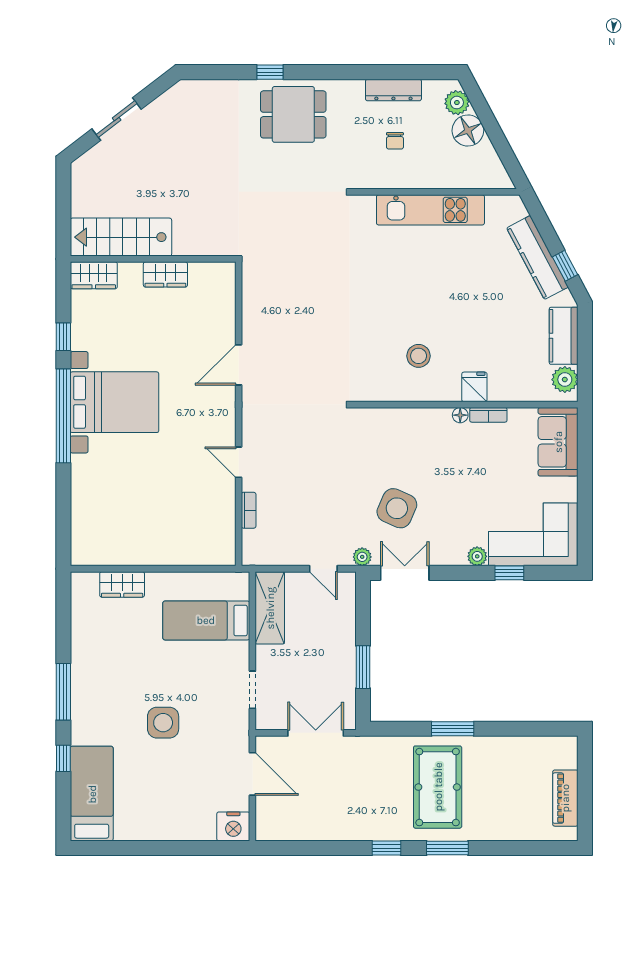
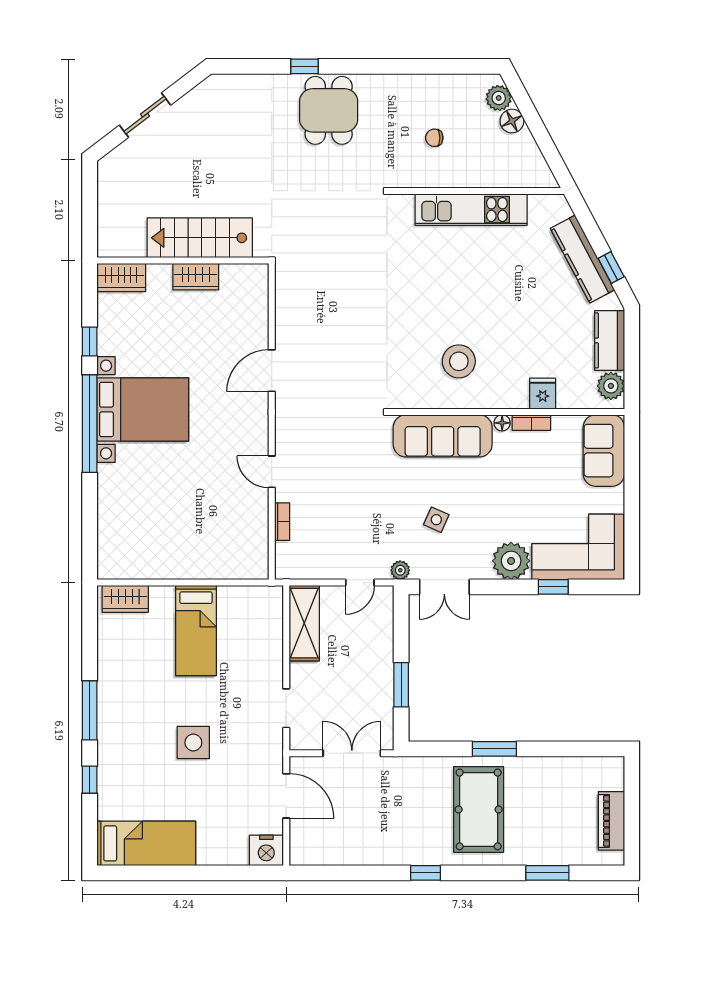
dresser: (393, 90) -> (433, 85), removed
dining table: (293, 114) -> (329, 110), turned 90
floor lamp: (468, 130) -> (512, 121), width x0.73, depth x0.73
chair: (395, 141) -> (434, 138), turned 90
stairs: (121, 237) -> (200, 238), moved
stool: (419, 356) -> (459, 361), width x1.38, depth x1.38
fridge: (474, 387) -> (543, 394), moved
sofa: (403, 428) -> (443, 436), added
side table: (397, 508) -> (436, 520), width x0.54, depth x0.54
plant: (477, 556) -> (511, 561), width x1.88, depth x1.88
door: (323, 569) -> (360, 583), hinge flipped
double door: (405, 573) -> (444, 587), swing flipped
wardrobe: (122, 584) -> (125, 599), moved
bed: (206, 620) -> (196, 631), moved, turned -90
bed: (92, 794) -> (146, 843), moved, turned 90
window: (447, 848) -> (547, 873), moved

